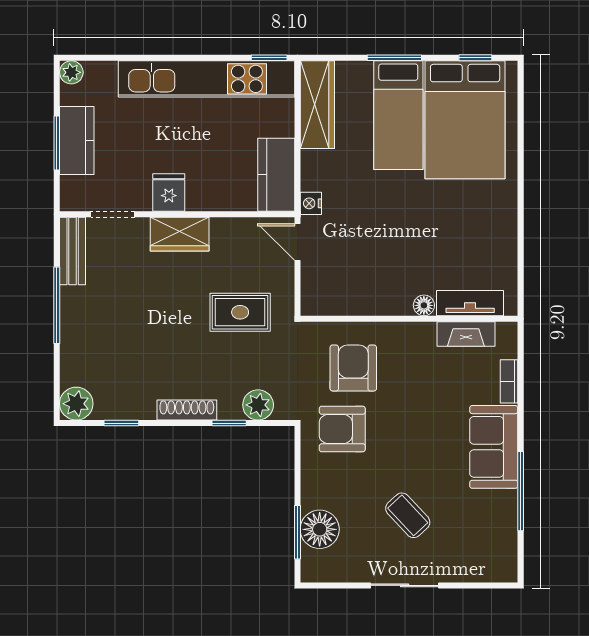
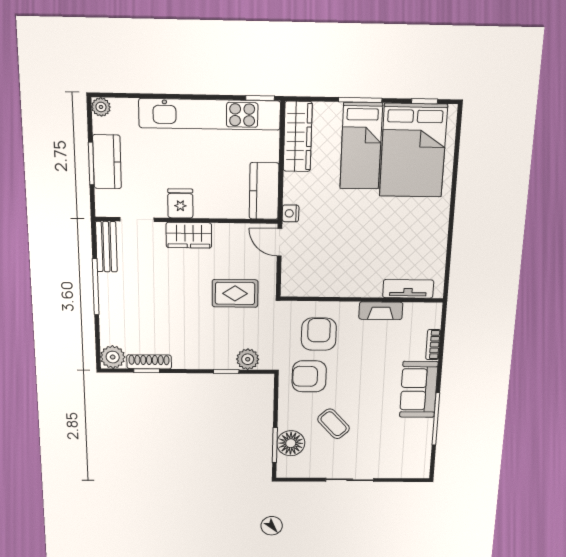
floor lamp: (424, 305) -> (374, 290), removed
fireplace: (466, 334) -> (381, 311), moved
shoe rack: (187, 410) -> (149, 362), moved
coffee table: (408, 515) -> (334, 424), moved

